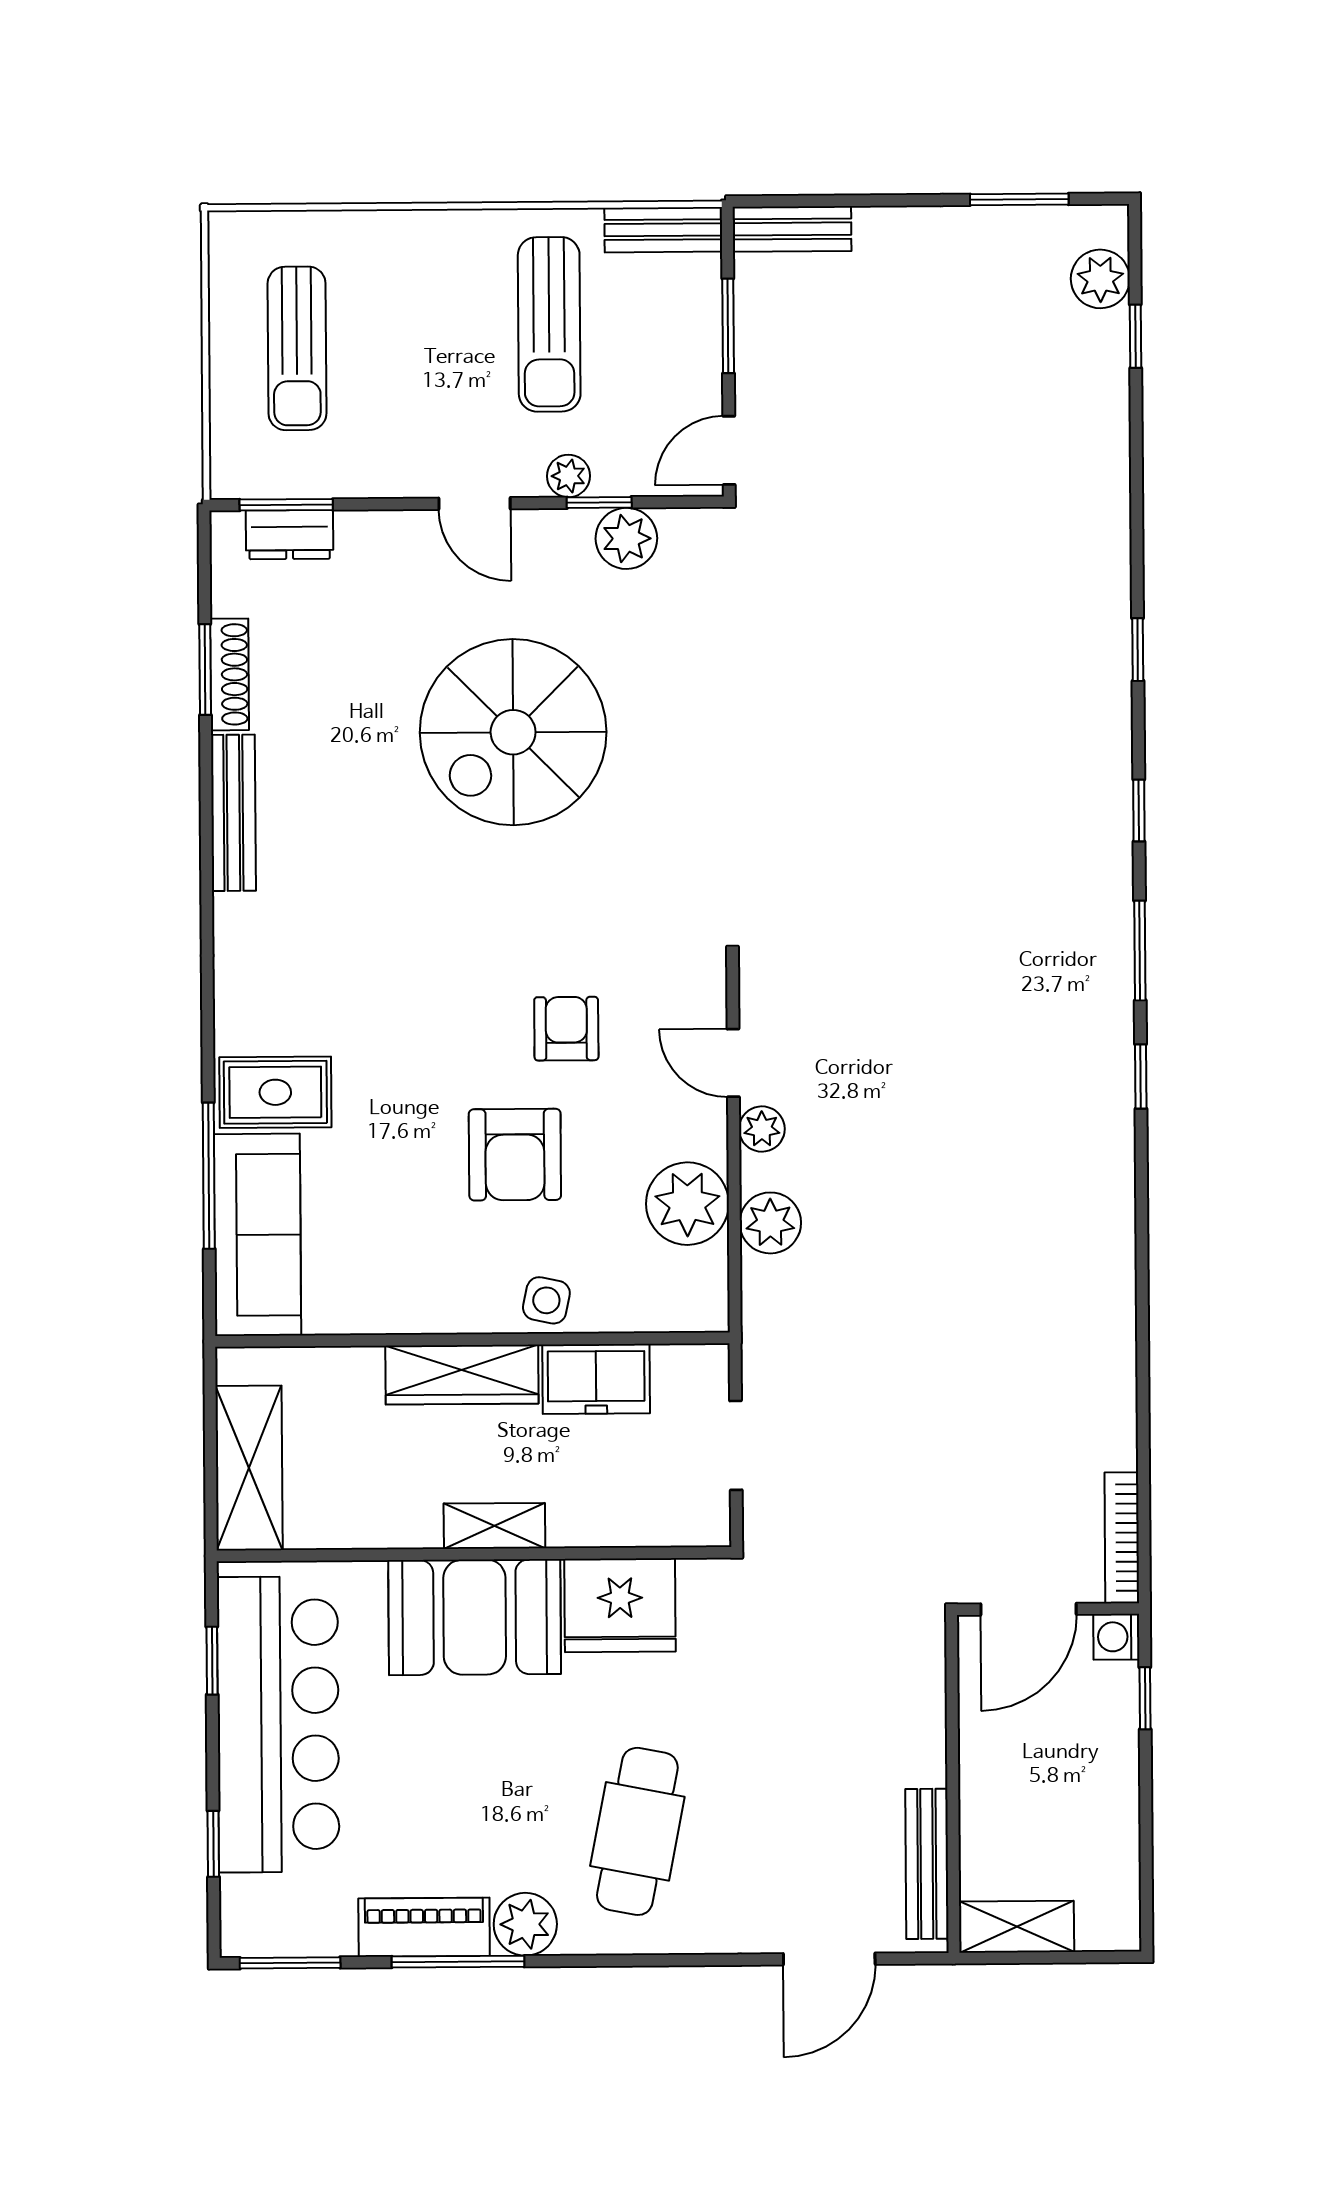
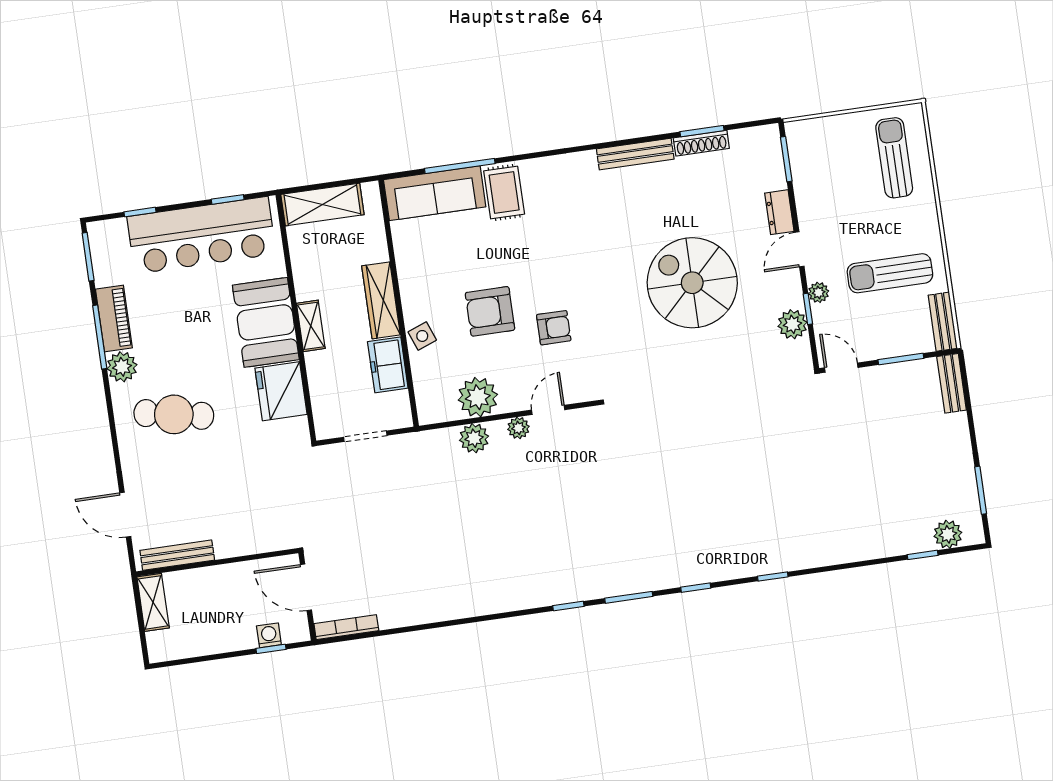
sun lounger: (297, 348) -> (894, 158), moved, turned 90
dresser: (289, 535) -> (779, 212), moved
side table: (546, 1300) -> (422, 336), turned -33
washing machine: (1116, 1637) -> (269, 635), moved

